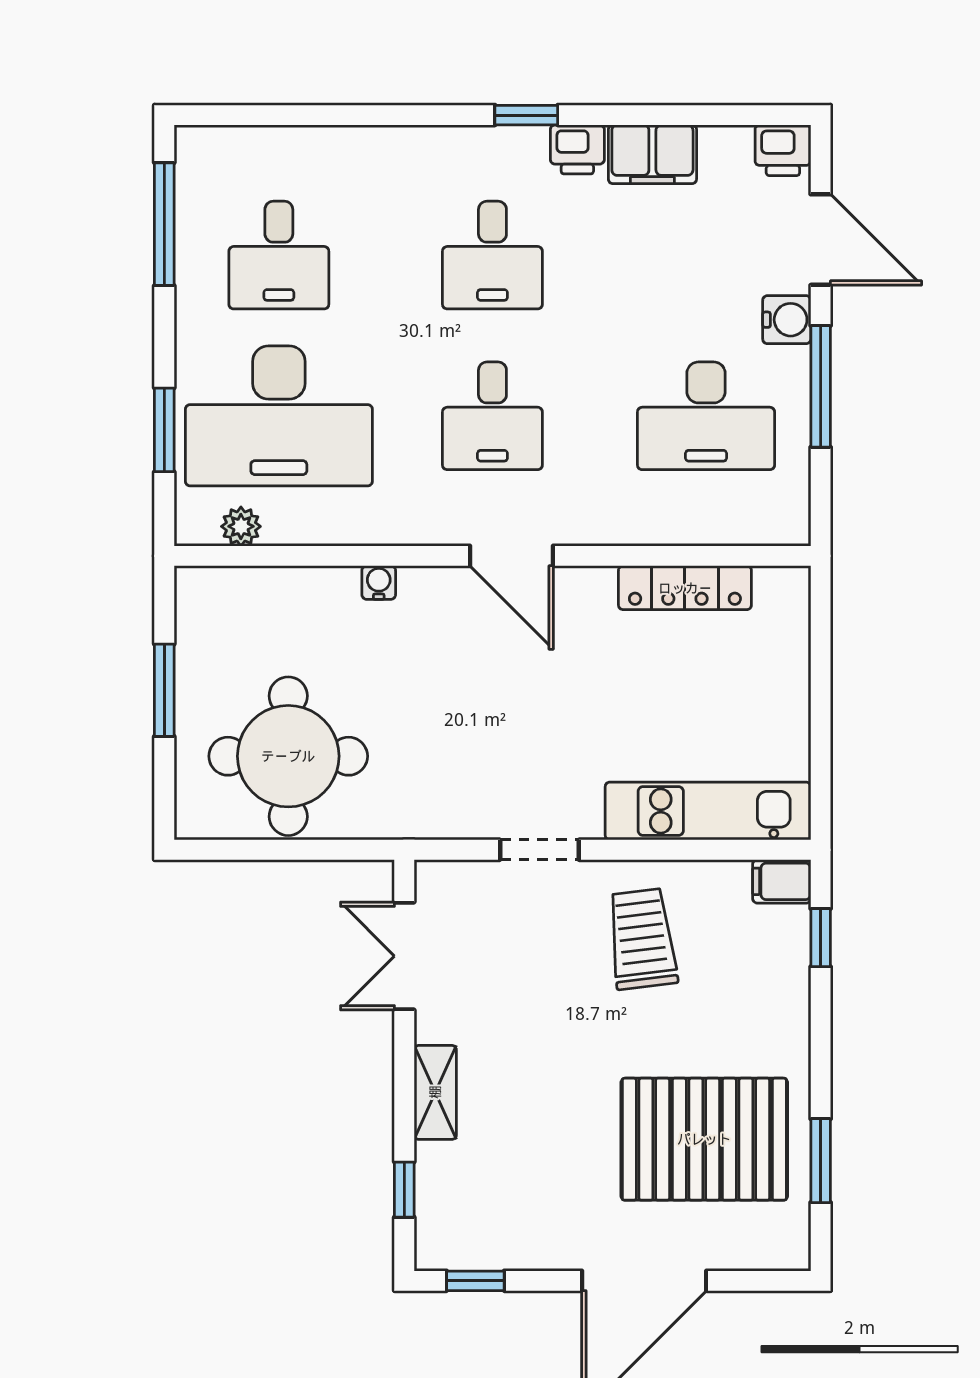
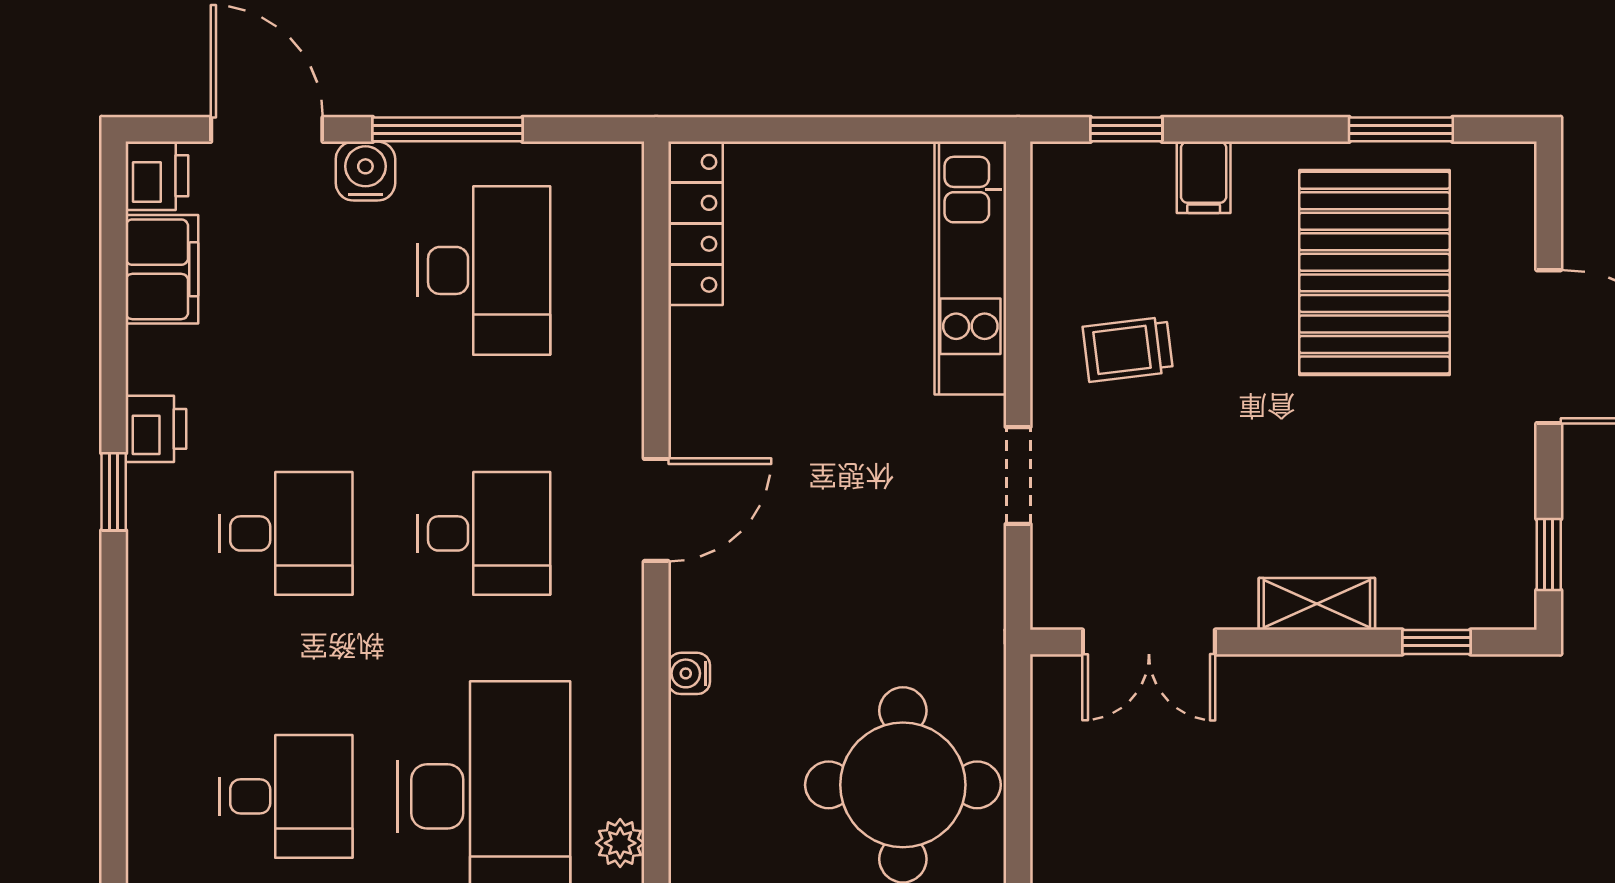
filing cabinet: (652, 154) -> (162, 269), moved
door: (821, 240) -> (267, 129), hinge flipped
locker: (685, 588) -> (695, 223), moved
filing cabinet: (782, 881) -> (1204, 177), moved
trolley: (642, 939) -> (1128, 349), width x0.73, depth x0.72

